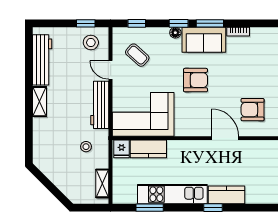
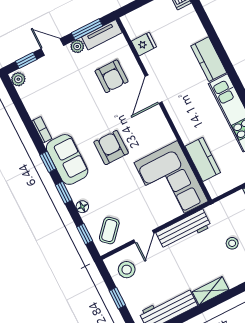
window: (86, 23) -> (117, 298), moved
window: (210, 23) -> (48, 162), width x0.67
floor lamp: (175, 33) -> (82, 207), moved
coffee table: (137, 55) -> (109, 230), moved
stool: (86, 147) -> (232, 243), moved
fridge: (122, 149) -> (144, 44), moved
window: (213, 208) -> (228, 66), removed

